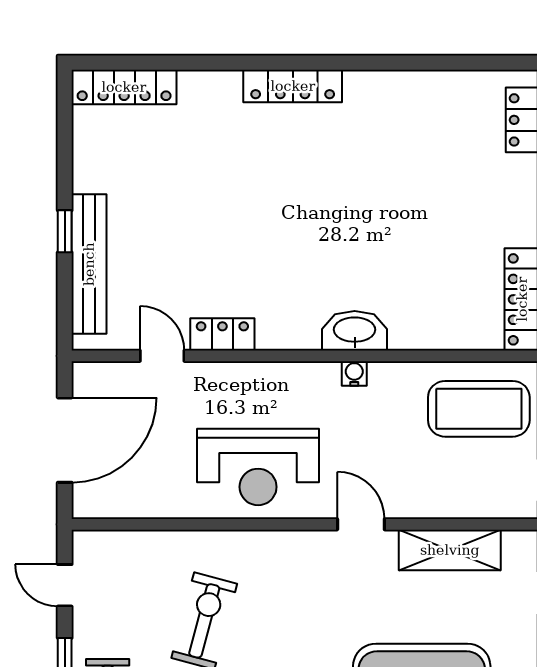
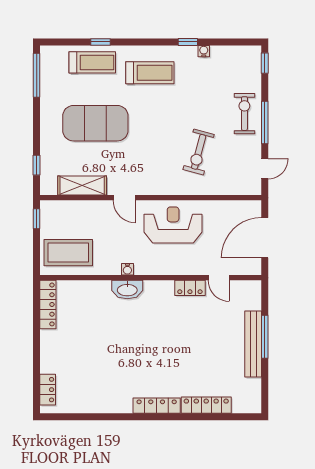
locker: (124, 87) -> (206, 405), moved
window: (65, 231) -> (265, 337), width x2.17
bench: (89, 264) -> (253, 344), moved
door: (65, 585) -> (265, 169), hinge flipped

